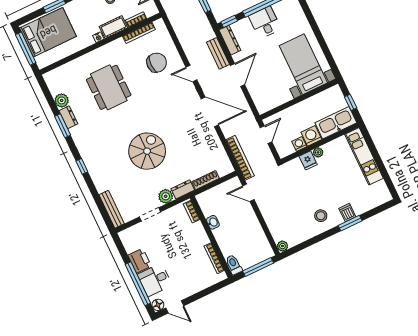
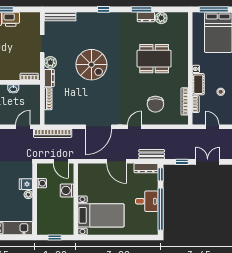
bench: (218, 53) -> (152, 154), moved
kitchen sink: (336, 123) -> (44, 219), removed
washing machine: (311, 136) -> (67, 190), moved, turned 180

